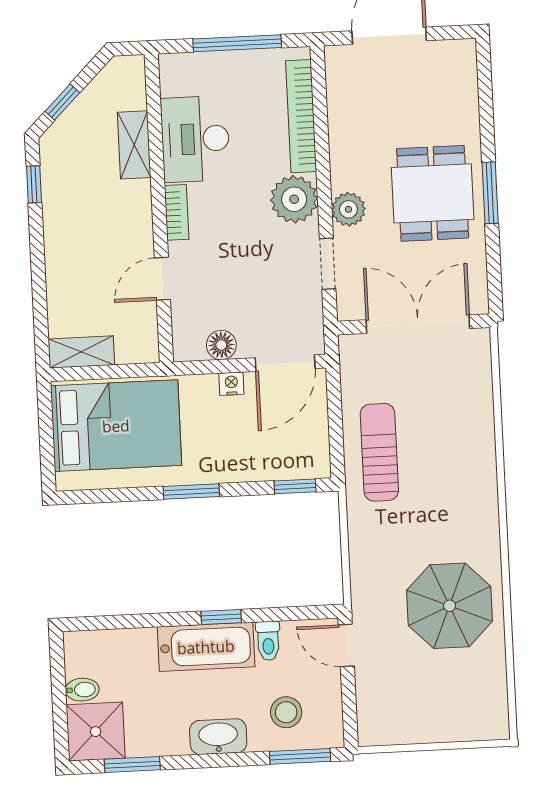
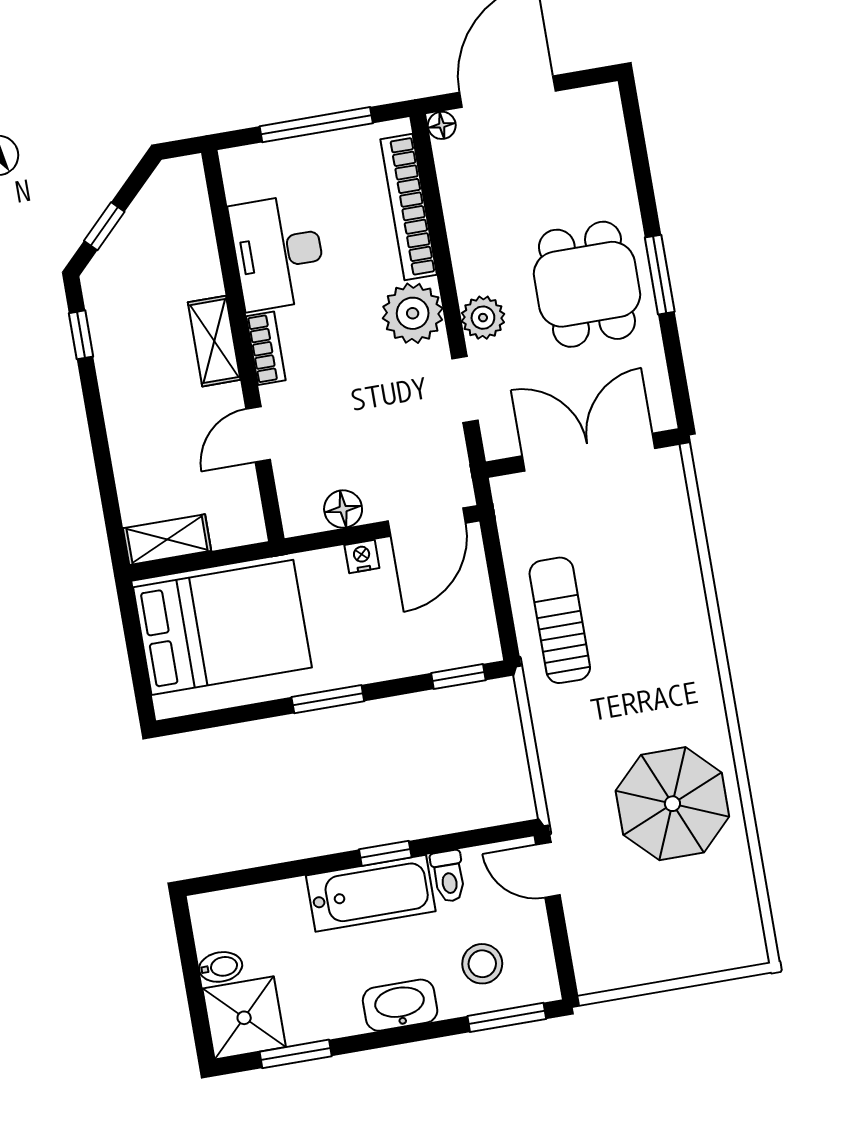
floor lamp: (335, 56) -> (442, 125), added
shelving: (134, 145) -> (214, 341), moved

